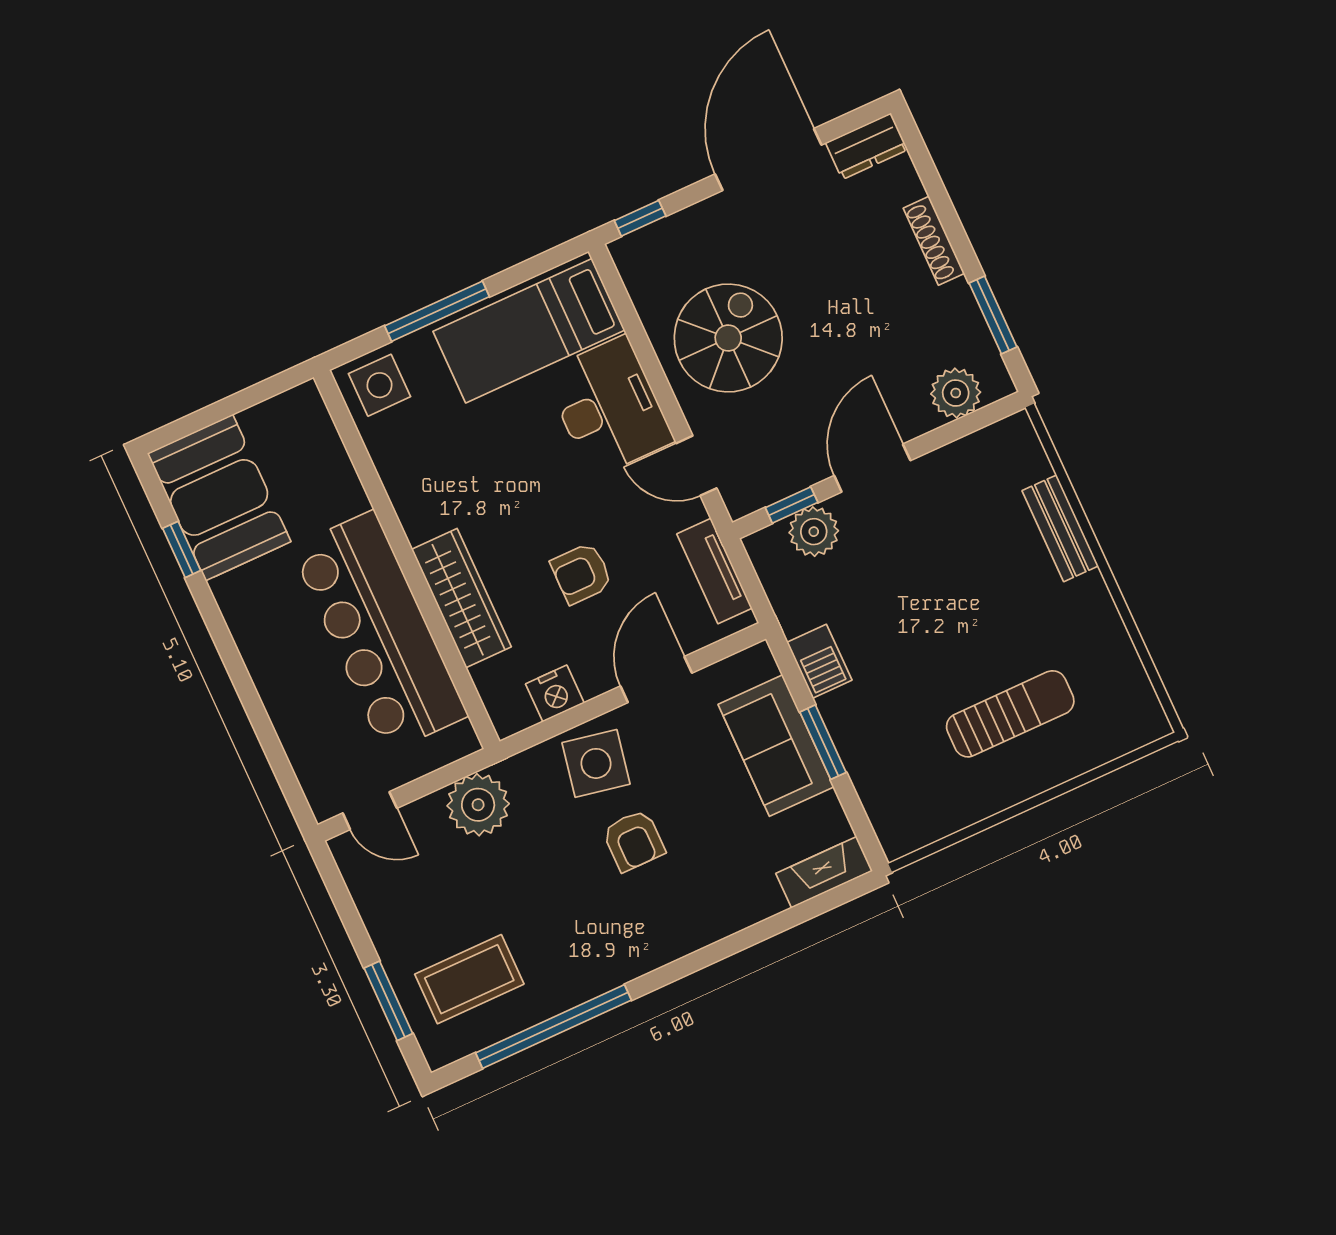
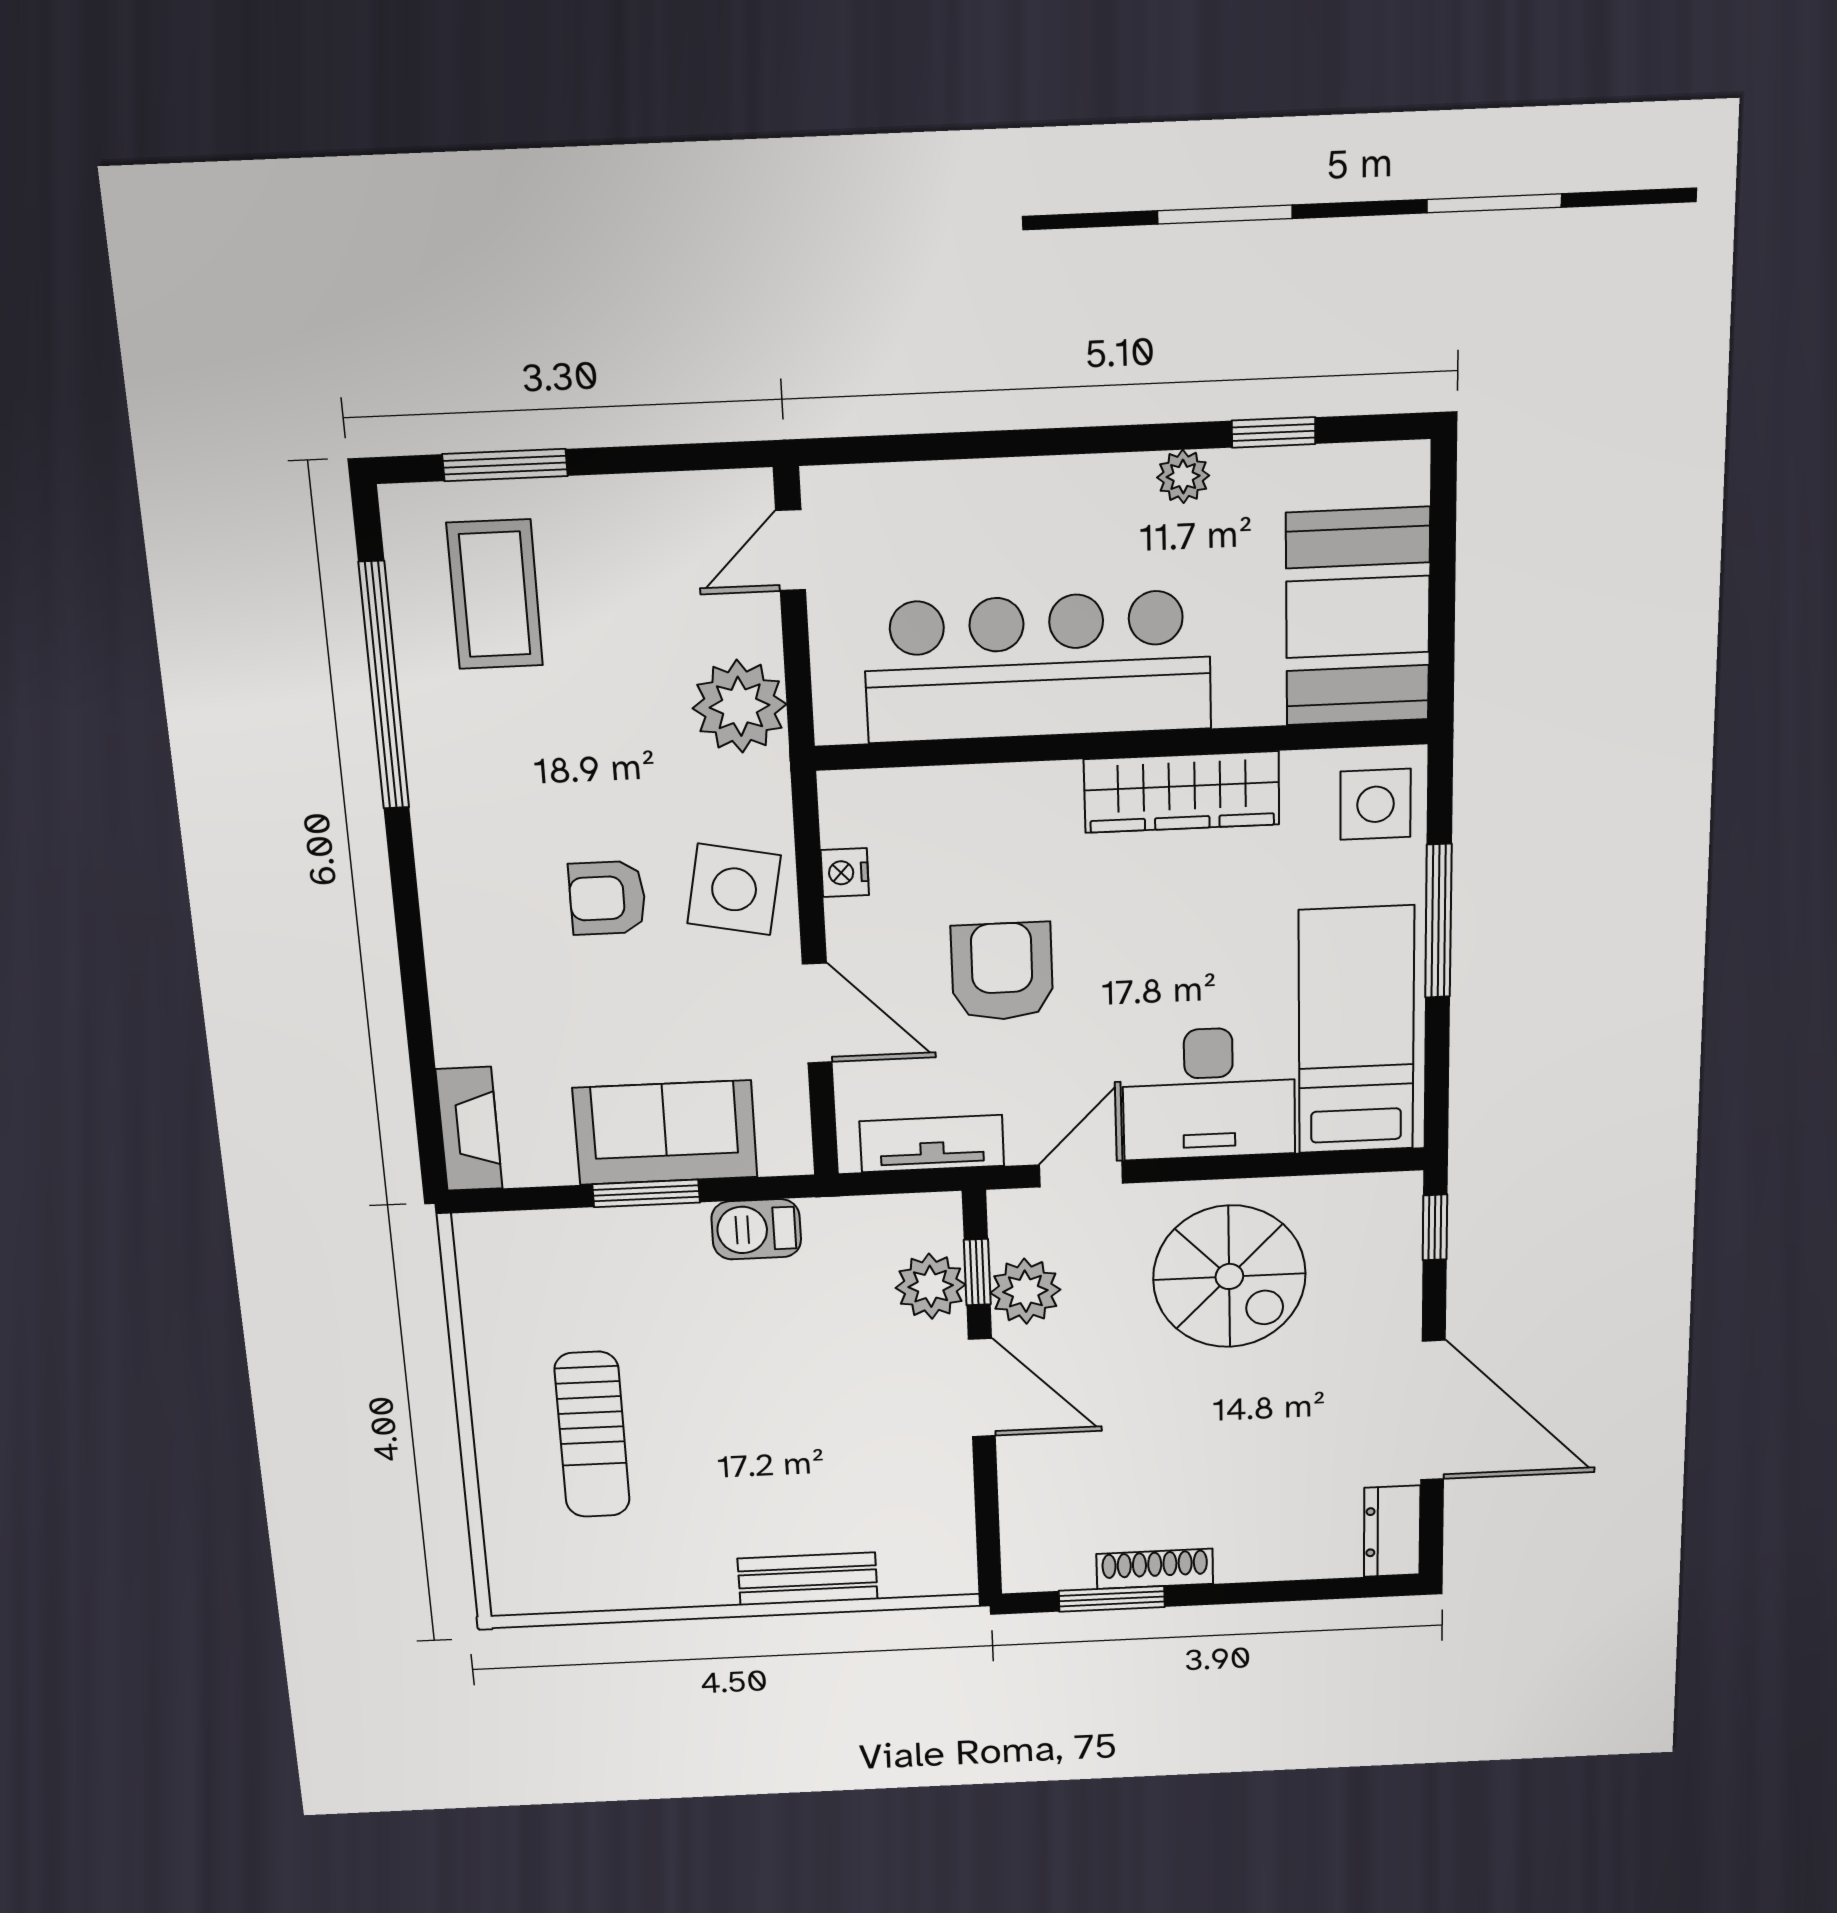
shoe rack: (934, 241) -> (1155, 1569), moved
plant: (956, 393) -> (1025, 1291), moved
booth: (219, 497) -> (1358, 617), moved, turned 90
armchair: (581, 573) -> (1002, 971), width x1.38, depth x1.38
plant: (230, 592) -> (1183, 476), added
wardrobe: (461, 598) -> (1182, 792), moved
nightstand: (555, 693) -> (845, 873), width x0.72, depth x0.74

